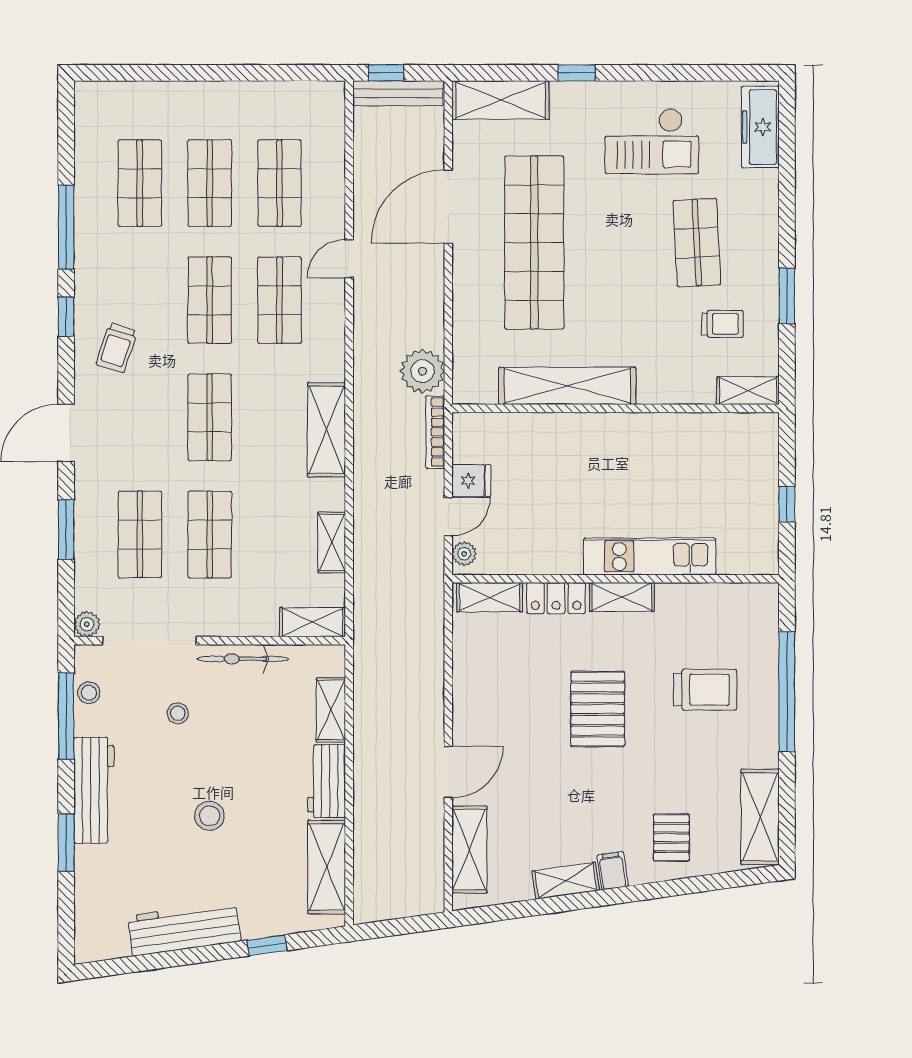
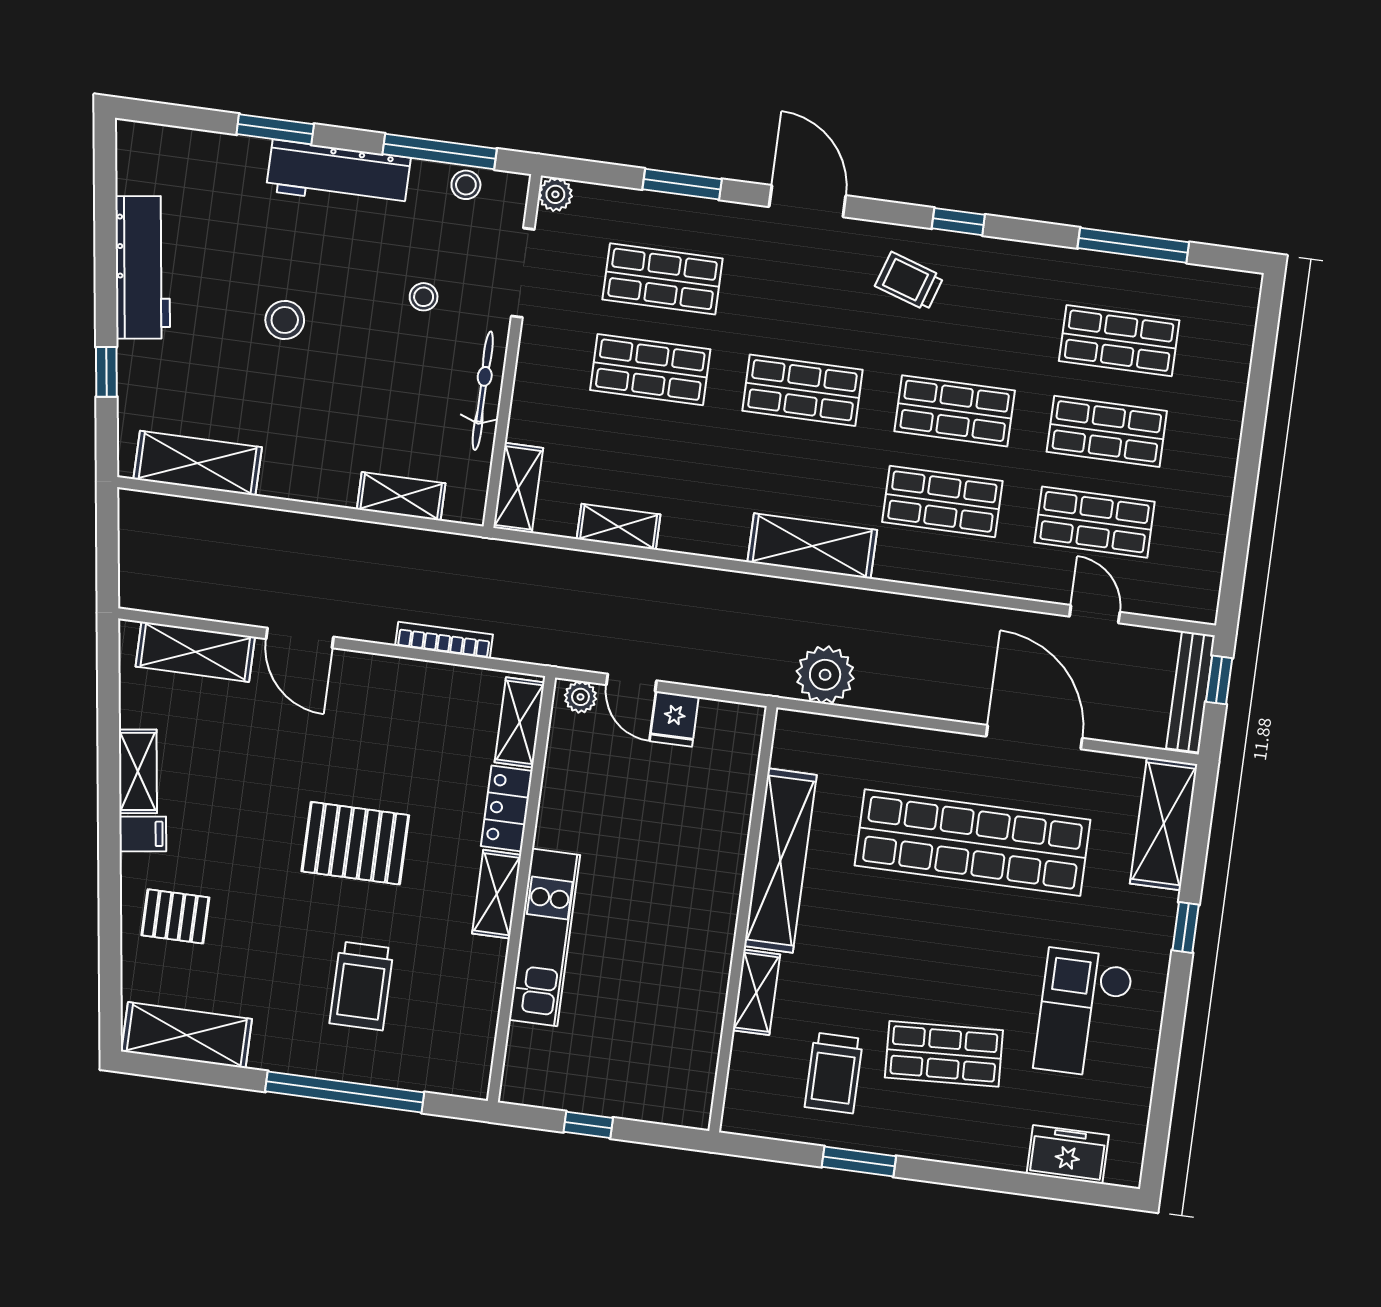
freezer: (760, 127) -> (1068, 1154), width x0.71
window: (66, 227) -> (1133, 245), moved
door: (349, 259) -> (1095, 614), moved
trolley: (722, 324) -> (834, 1073), width x1.36, depth x1.39
shelving: (748, 391) -> (756, 992), moved
shelving: (326, 430) -> (812, 546), moved
bookcase: (435, 432) -> (444, 640), moved
doorway: (149, 641) -> (523, 273), width x0.73
workbench: (326, 781) -> (309, 478), removed

